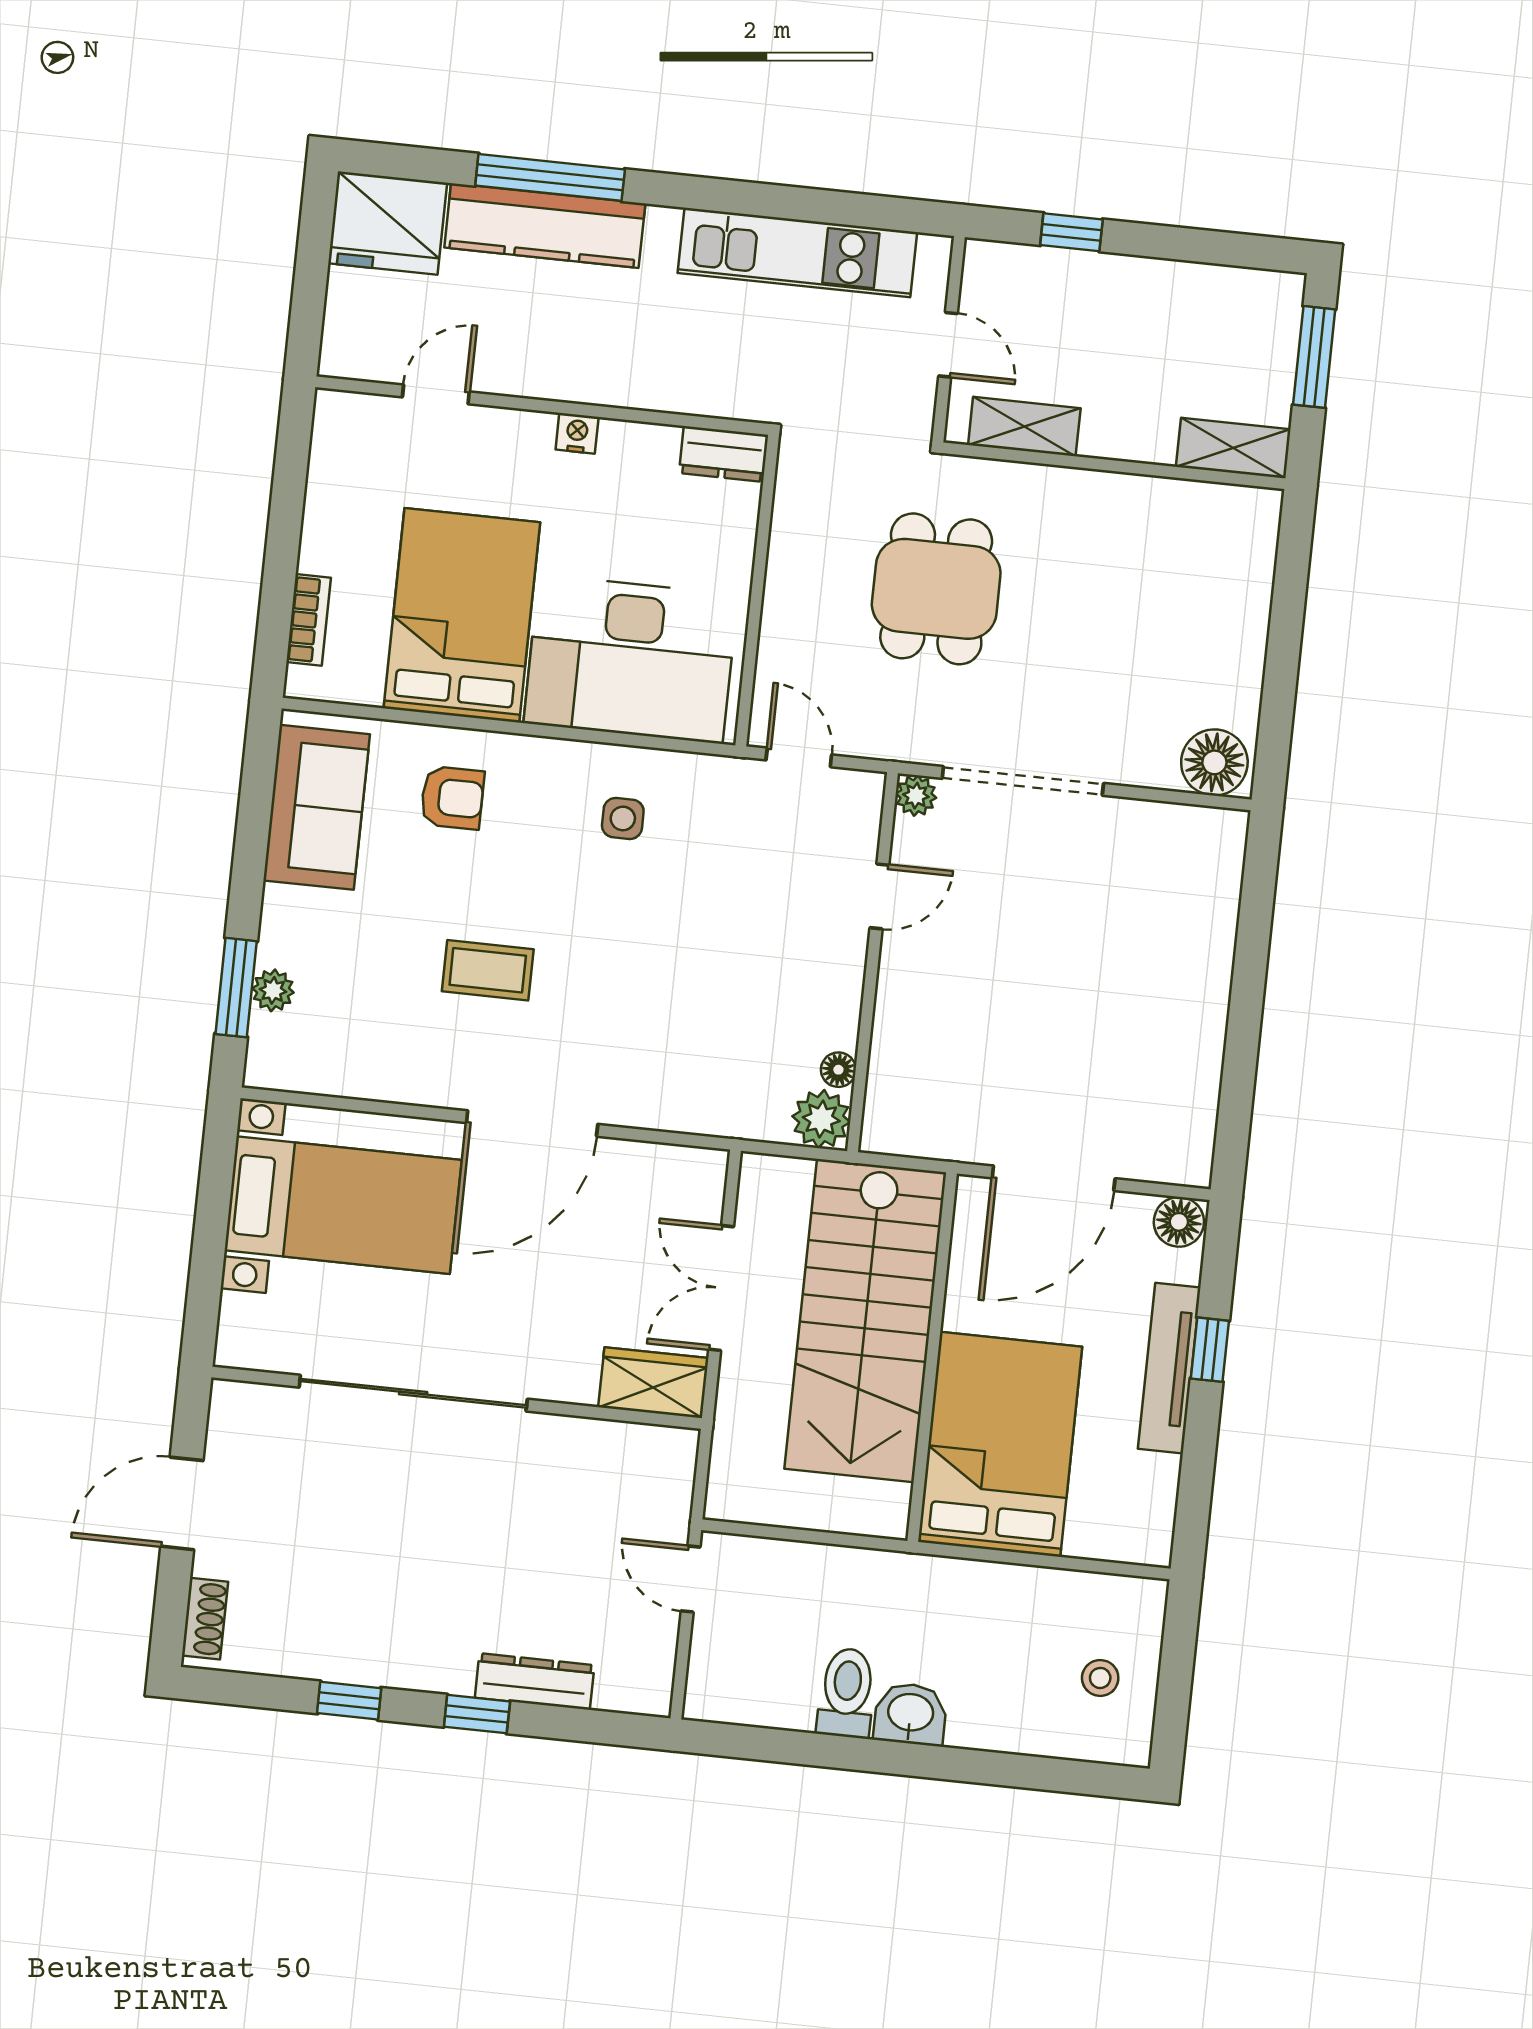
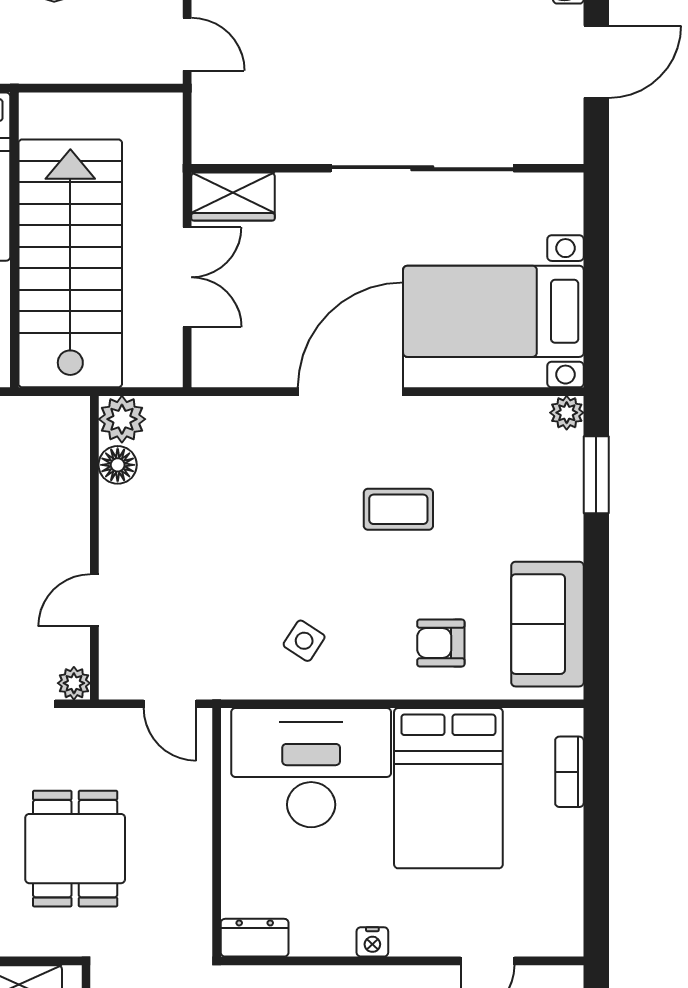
side table: (623, 818) -> (304, 641), turned 33
plant: (273, 990) -> (567, 413), moved
floor lamp: (838, 1070) -> (118, 465), width x1.37, depth x1.37

